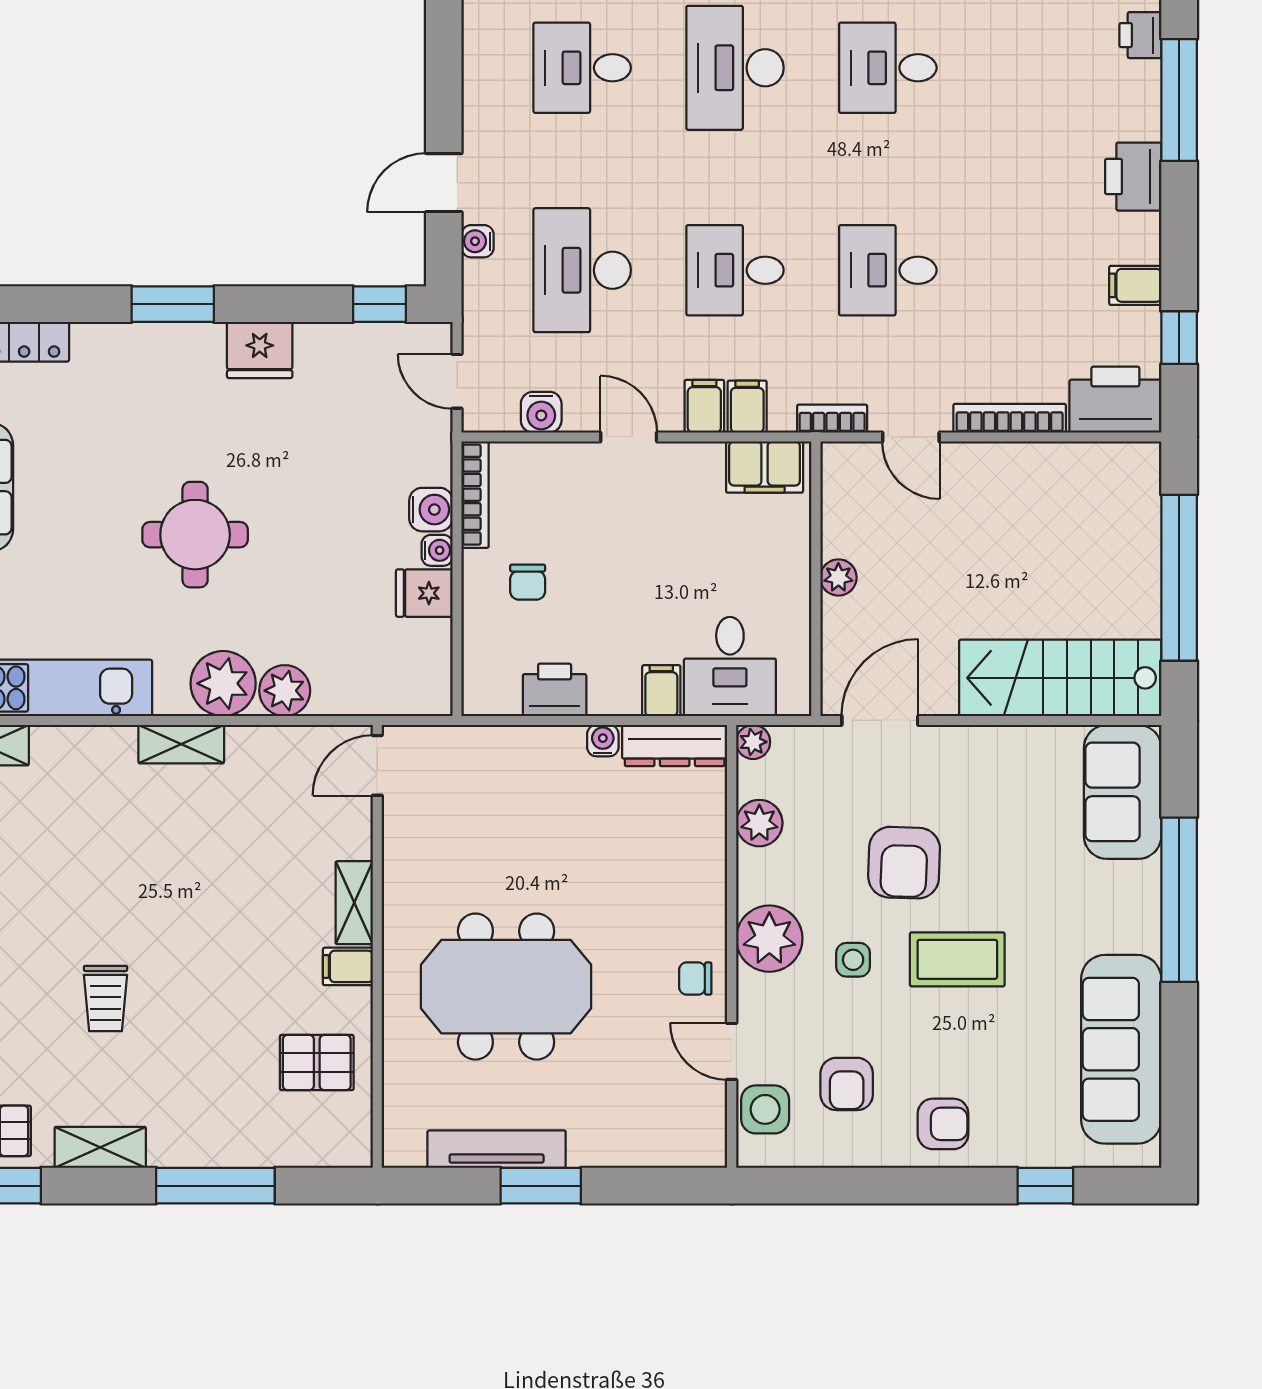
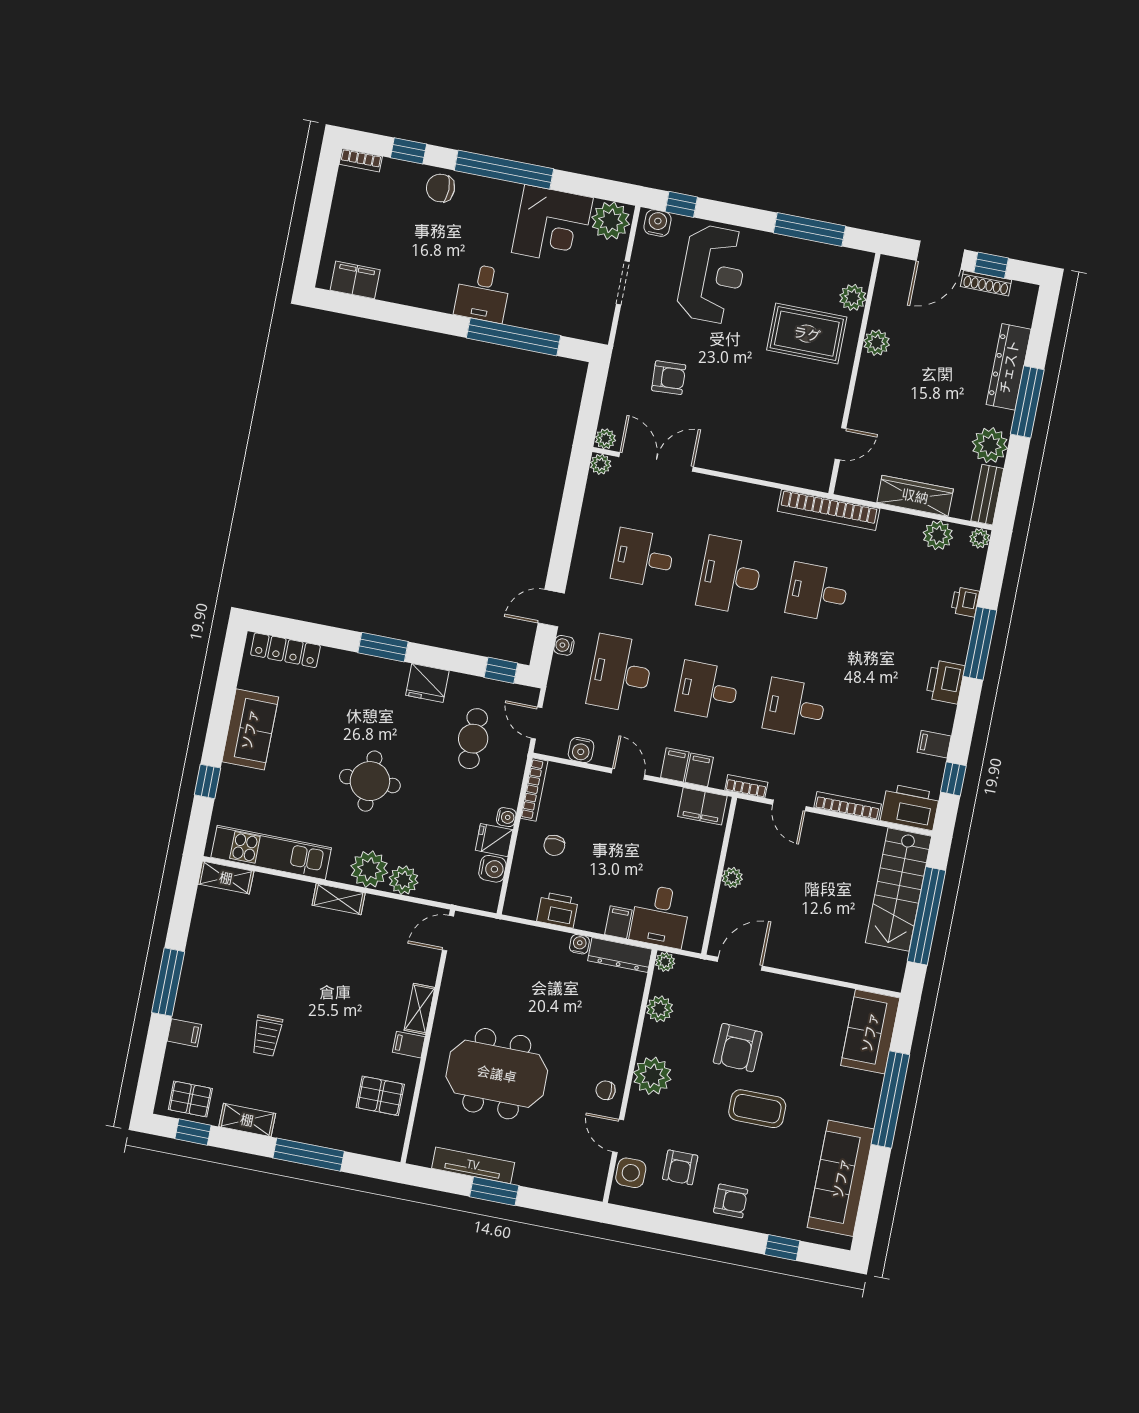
cafe table: (355, 429) -> (473, 739), added
water cooler: (431, 510) -> (492, 869), moved
stairs: (1060, 678) -> (898, 889), moved, turned -90
side table: (853, 960) -> (698, 1097), removed

